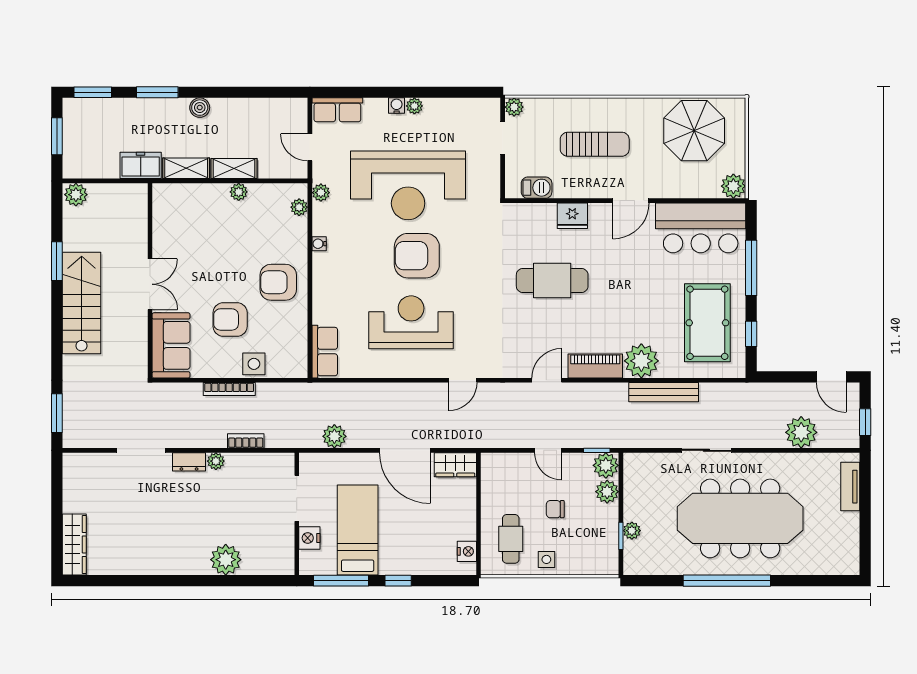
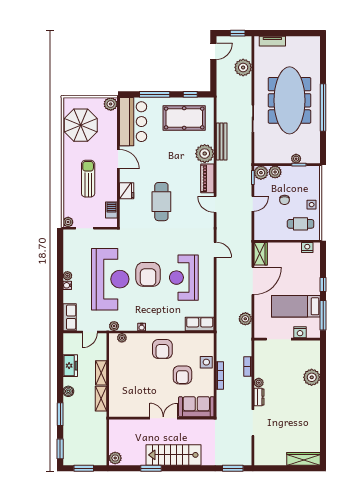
freezer: (141, 165) -> (70, 366), moved, turned 180
plant: (239, 192) -> (114, 370), removed

